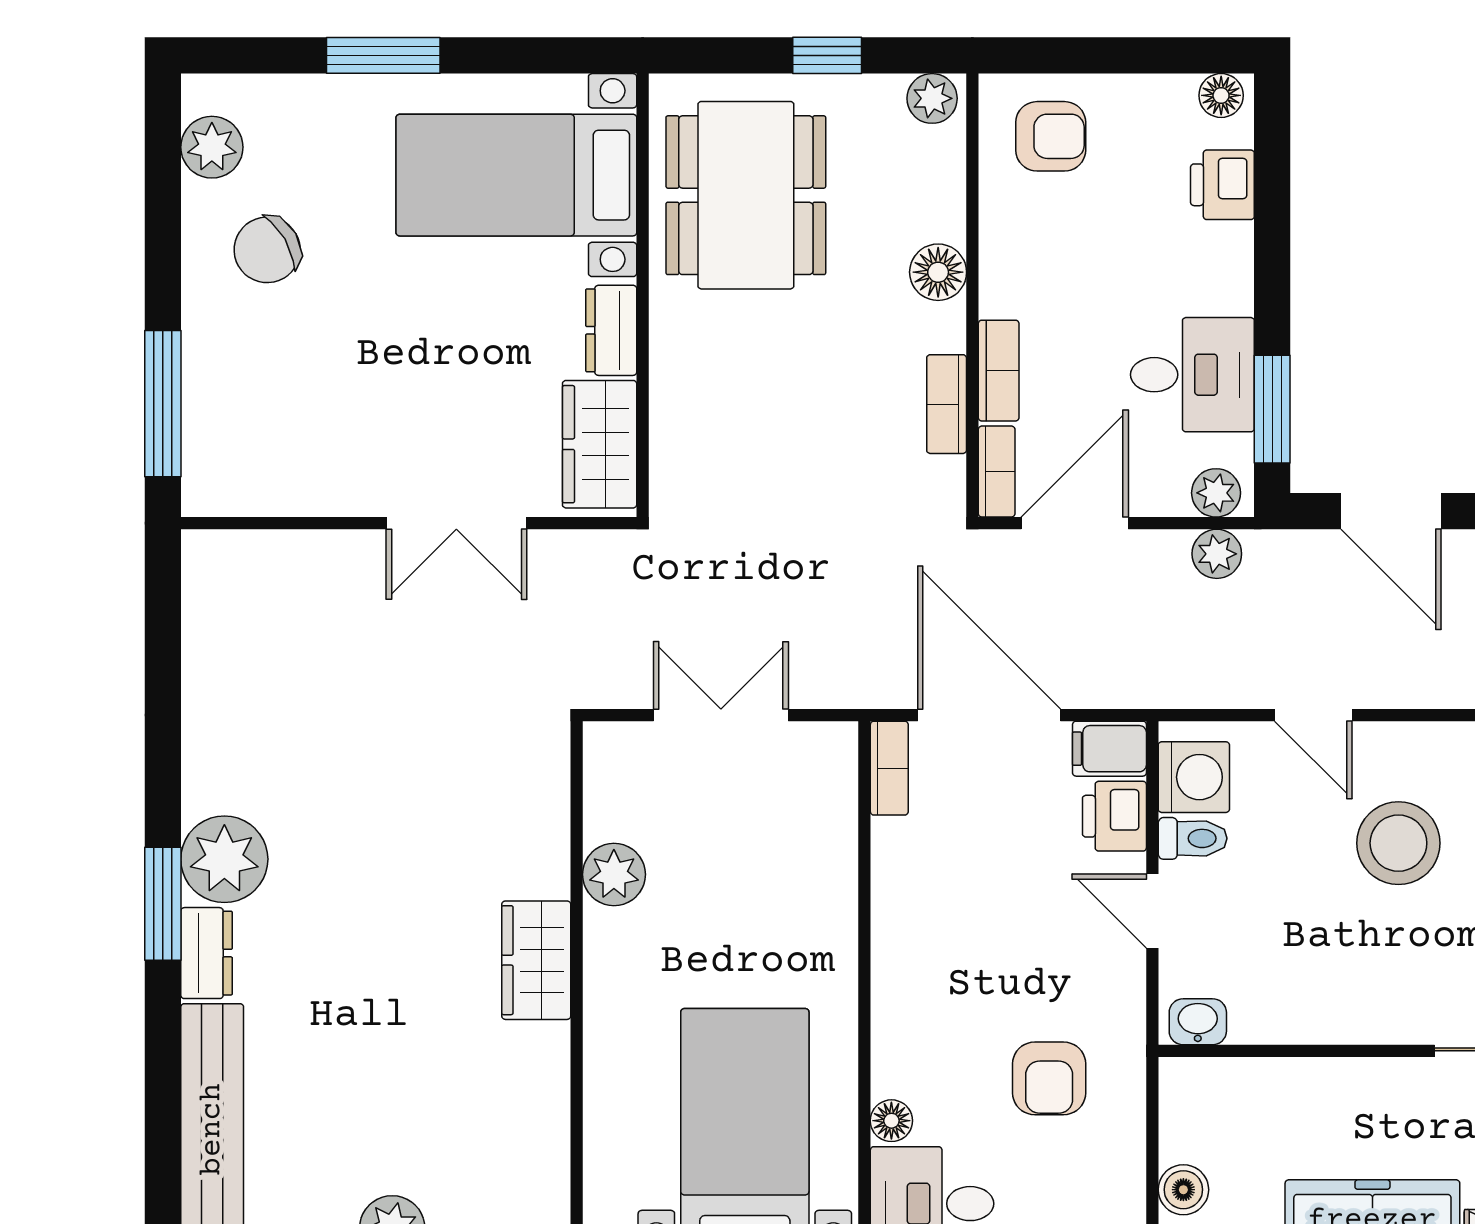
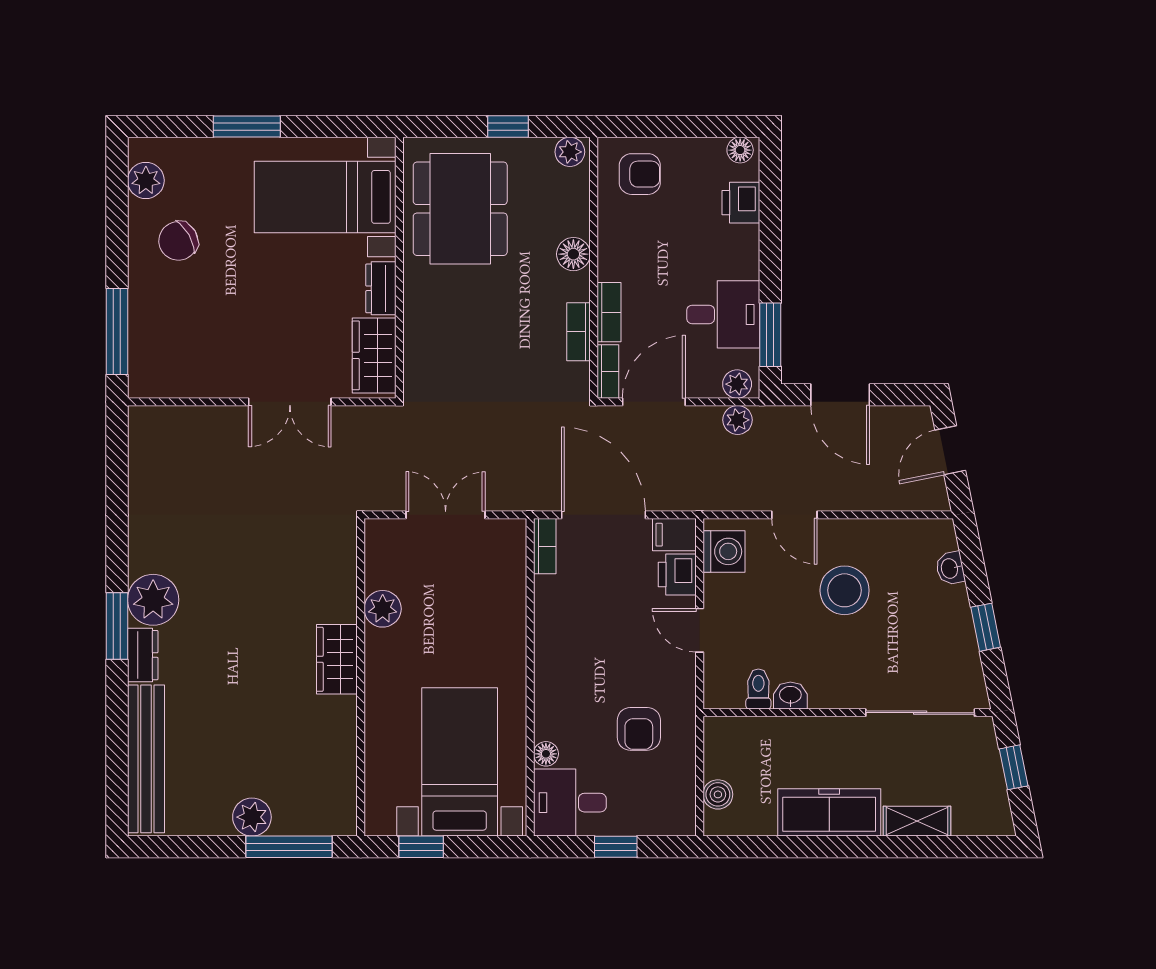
toilet: (1193, 838) -> (758, 689), moved, turned -90
washbasin: (1198, 1022) -> (790, 696), moved

